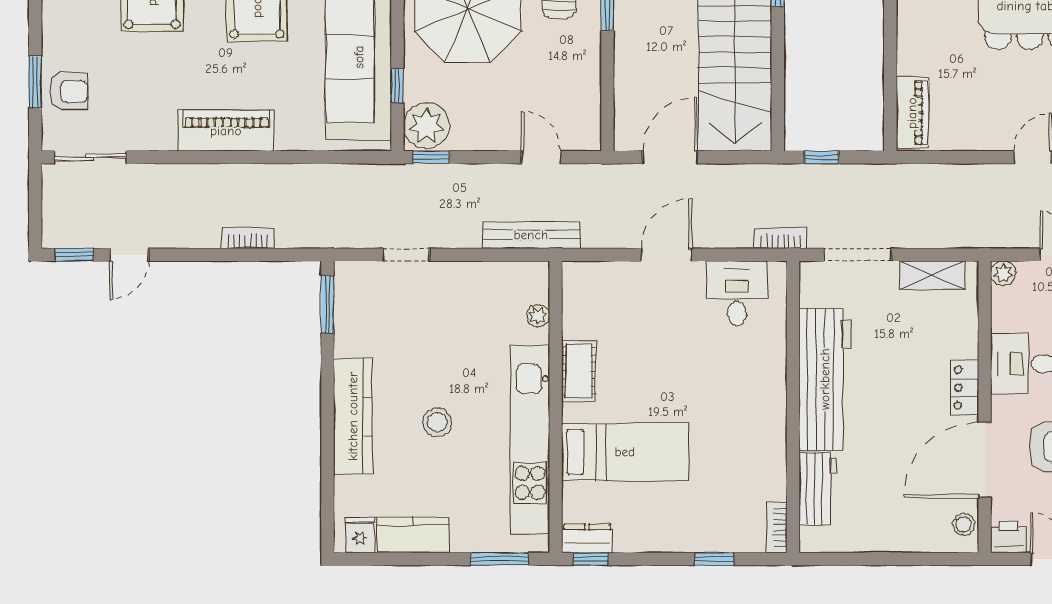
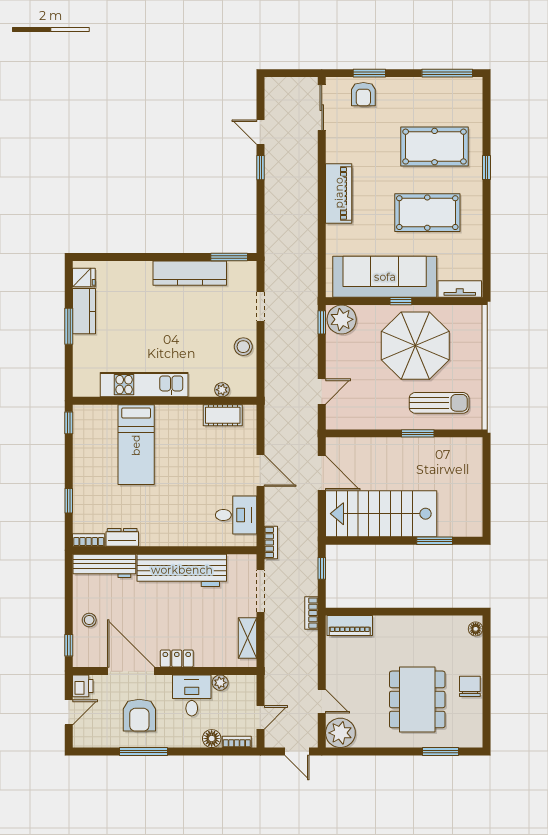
window: (397, 86) -> (401, 301), moved
bench: (531, 235) -> (273, 386), removed
bookcase: (248, 238) -> (311, 613), moved, turned 180
window: (74, 255) -> (260, 168), moved
plant: (1003, 273) -> (220, 683), moved
cot: (579, 371) -> (223, 415), moved
kitchen counter: (353, 416) -> (190, 273), moved
stool: (437, 422) -> (243, 347), moved
kitchen unit: (530, 439) -> (144, 385), width x0.73
workbench: (818, 489) -> (104, 566), width x1.38
stool: (964, 524) -> (89, 620), moved
dresser: (587, 539) -> (122, 537), moved, turned -90
window: (499, 559) -> (69, 326), moved
window: (944, 559) -> (69, 645), added

